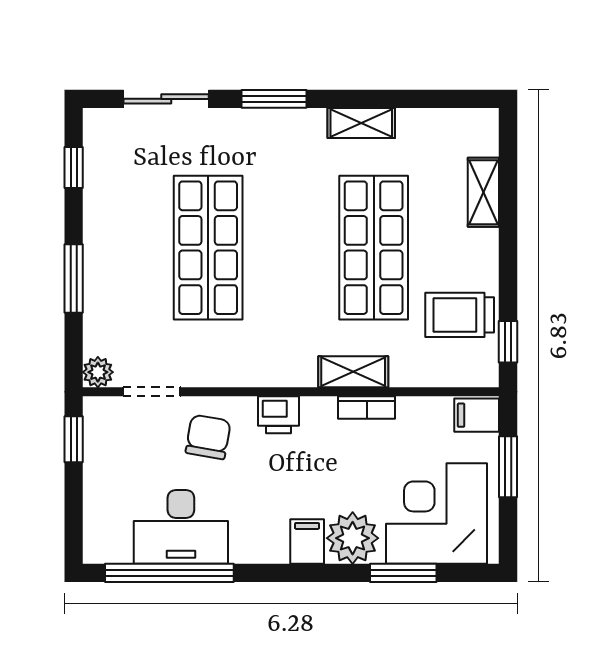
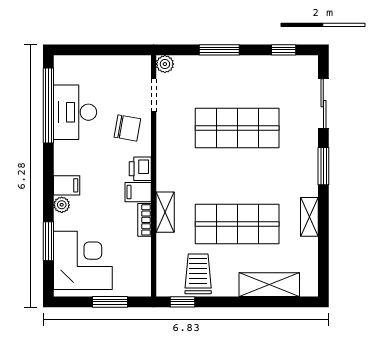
shelving: (483, 192) -> (269, 285), width x1.50, depth x1.33
filing cabinet: (477, 415) -> (138, 192), moved, turned -90
window: (74, 439) -> (126, 50), removed
plant: (353, 538) -> (62, 205), width x0.53, depth x0.53

